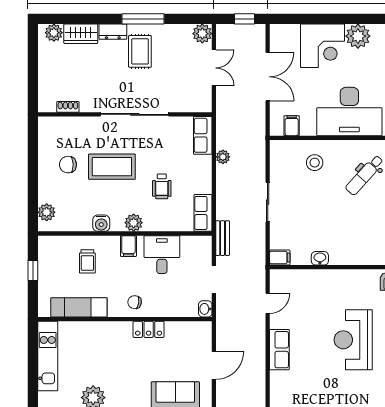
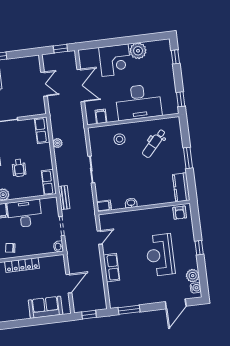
plant: (202, 34) -> (33, 62), removed
desk: (162, 255) -> (25, 214), width x1.37
locker: (149, 329) -> (22, 265), width x1.53

